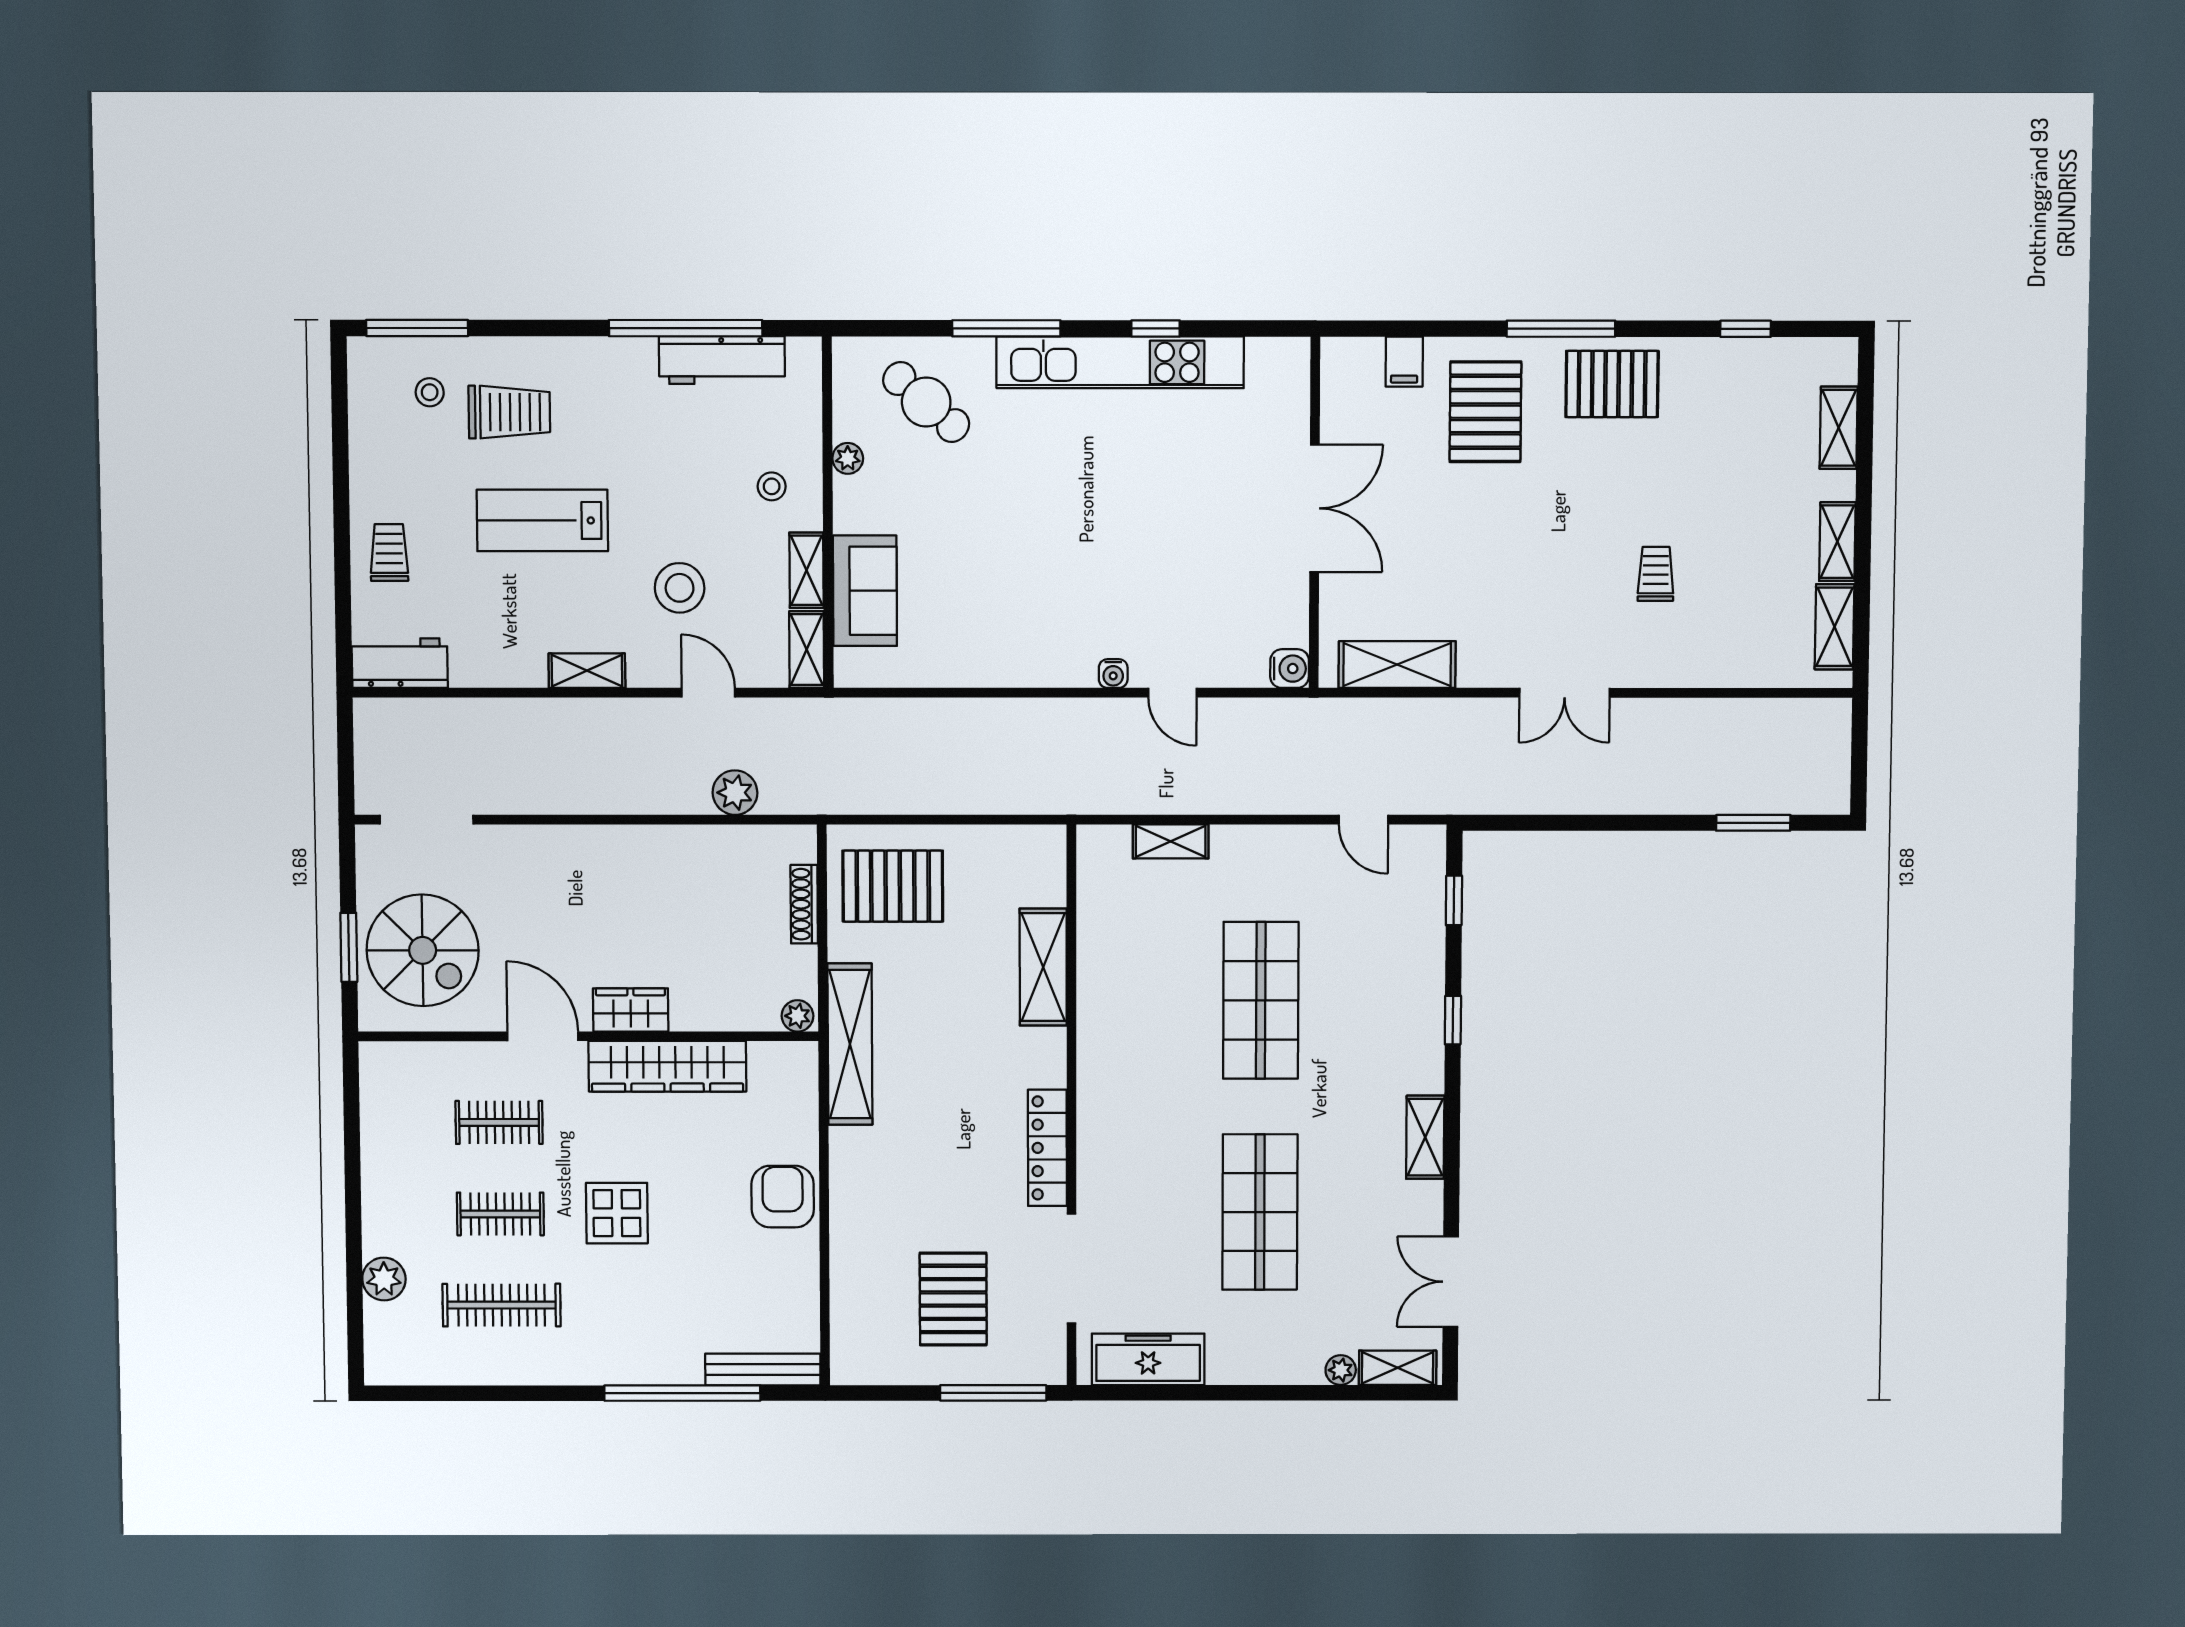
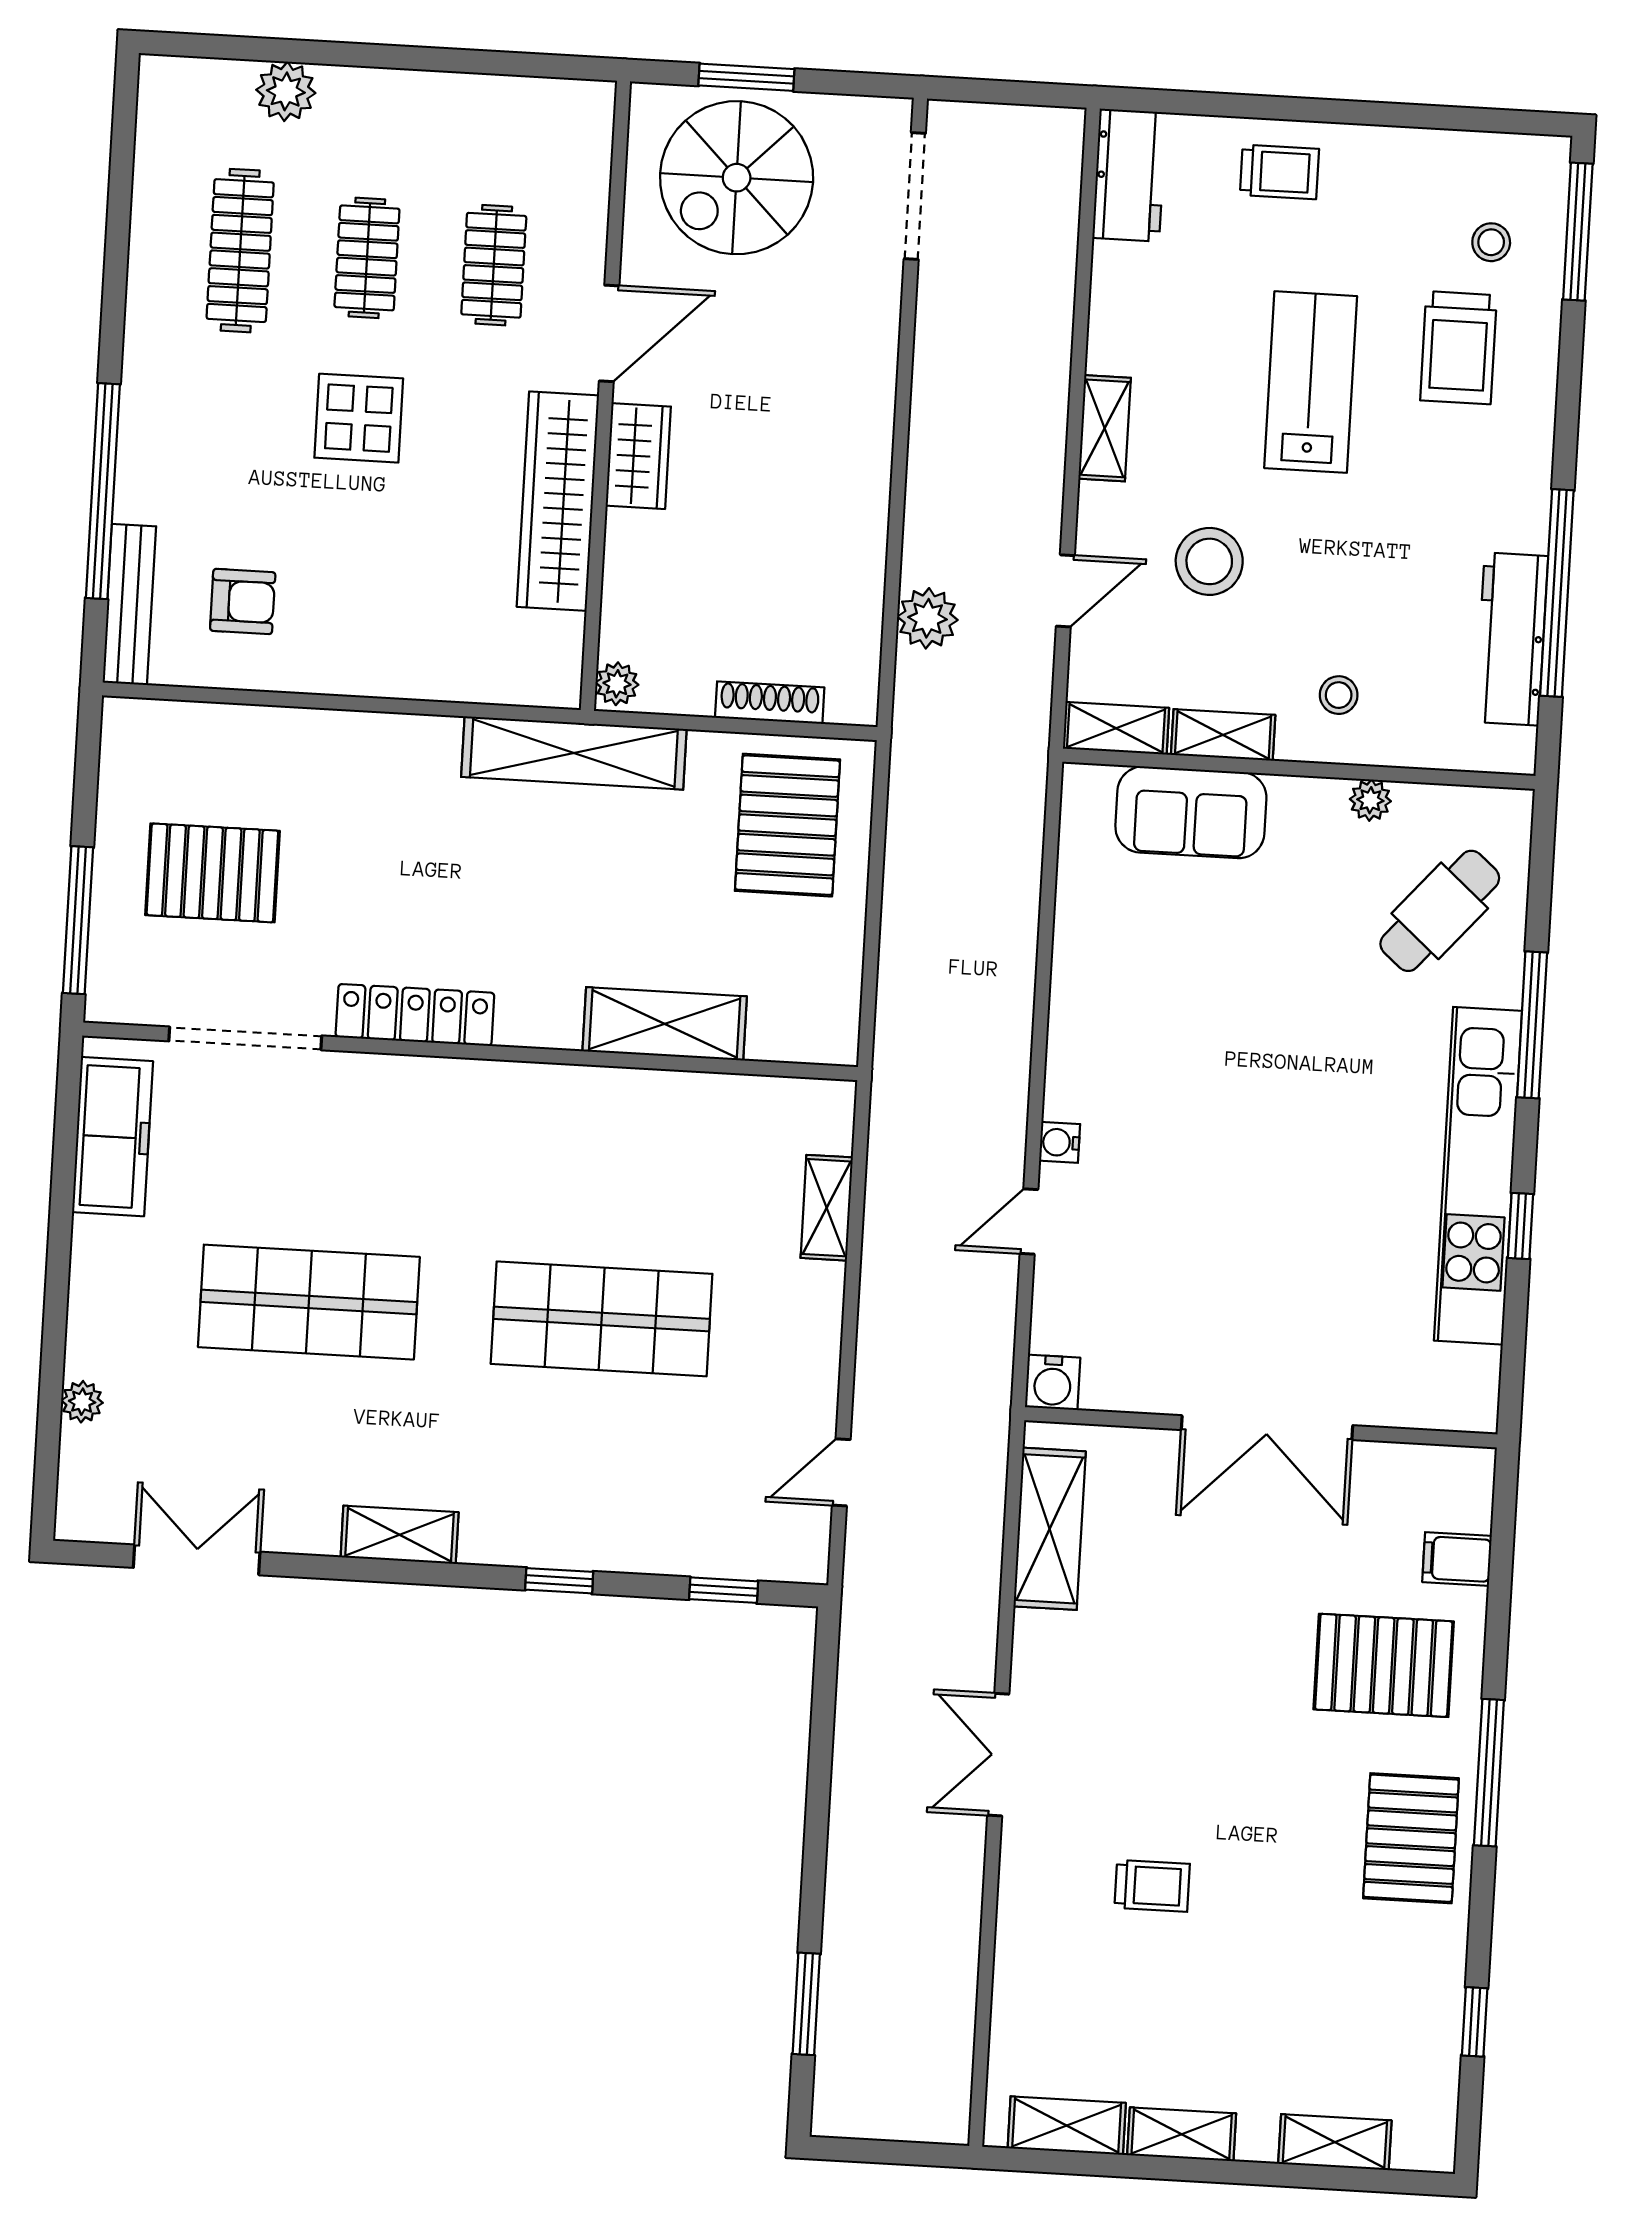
armchair: (783, 1197) -> (243, 601), moved, width x0.72, depth x0.72
shelving: (1398, 1368) -> (81, 1480), removed

